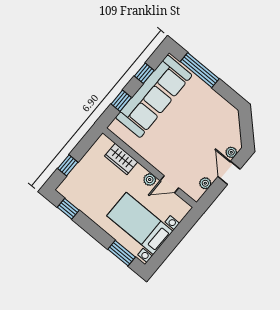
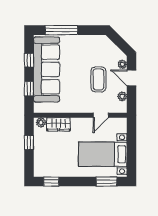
coffee table: (196, 148) -> (98, 79), added
window: (68, 165) -> (29, 143), moved
plant: (150, 180) -> (41, 122), moved

